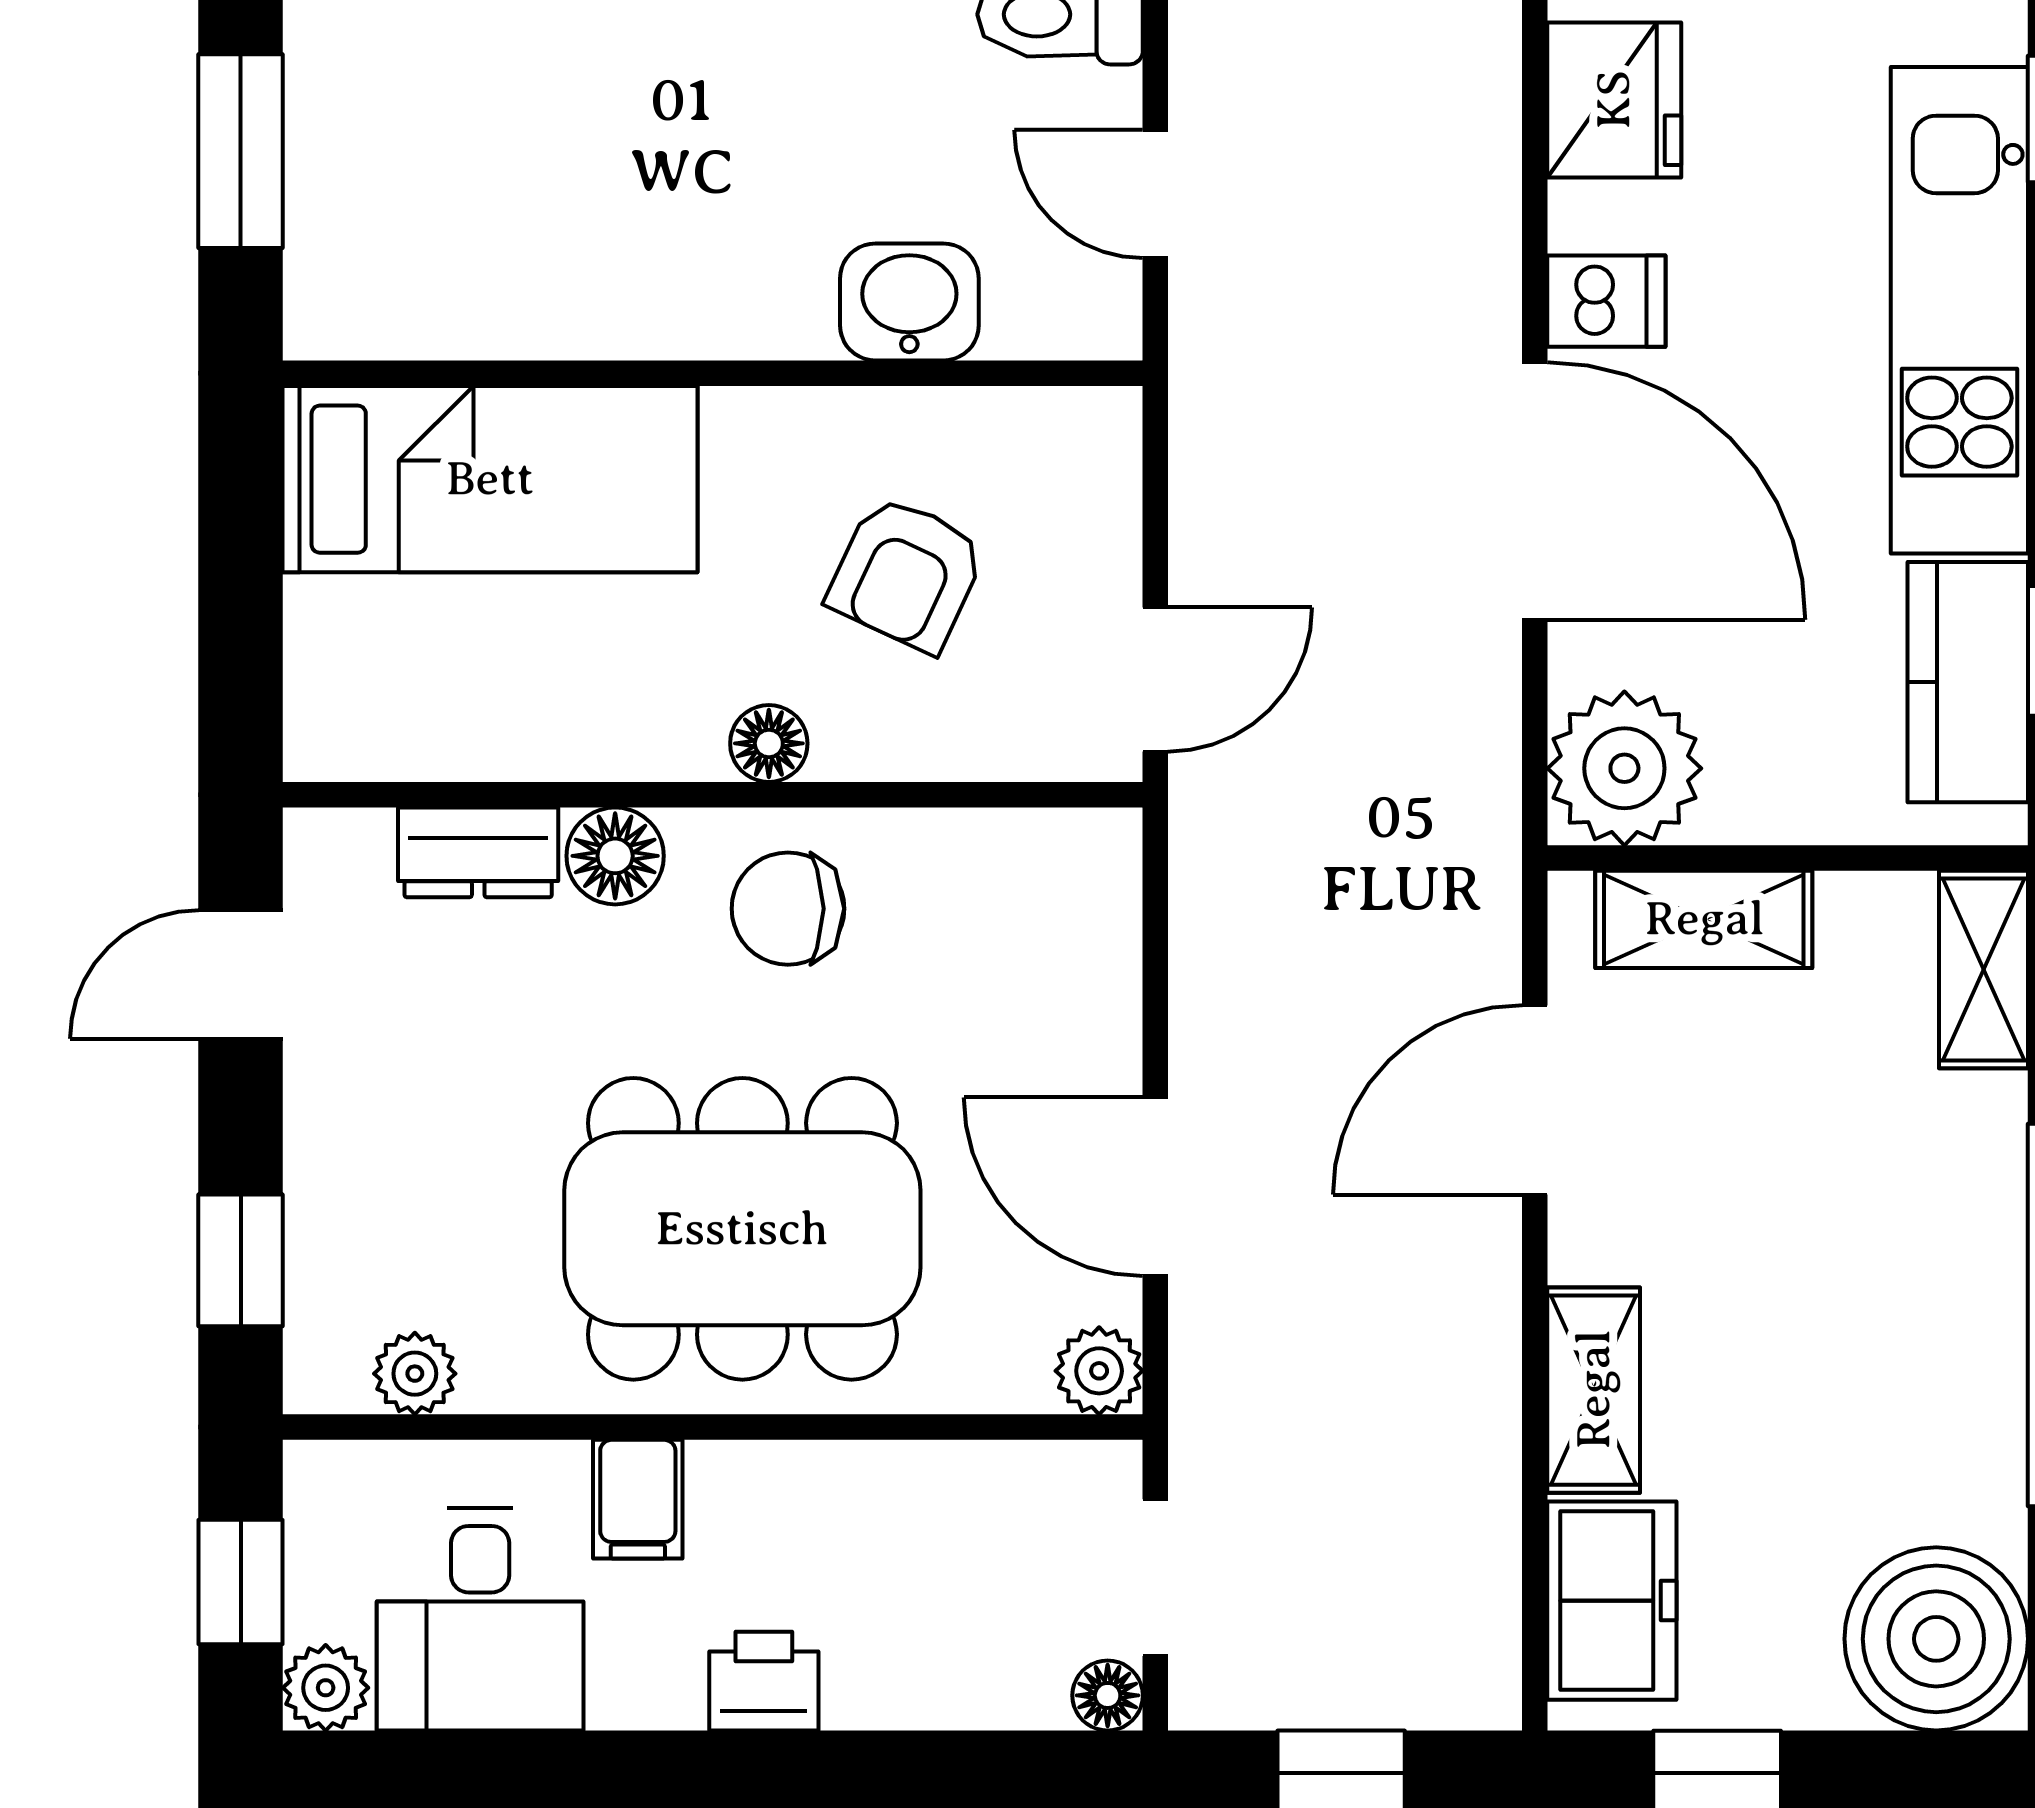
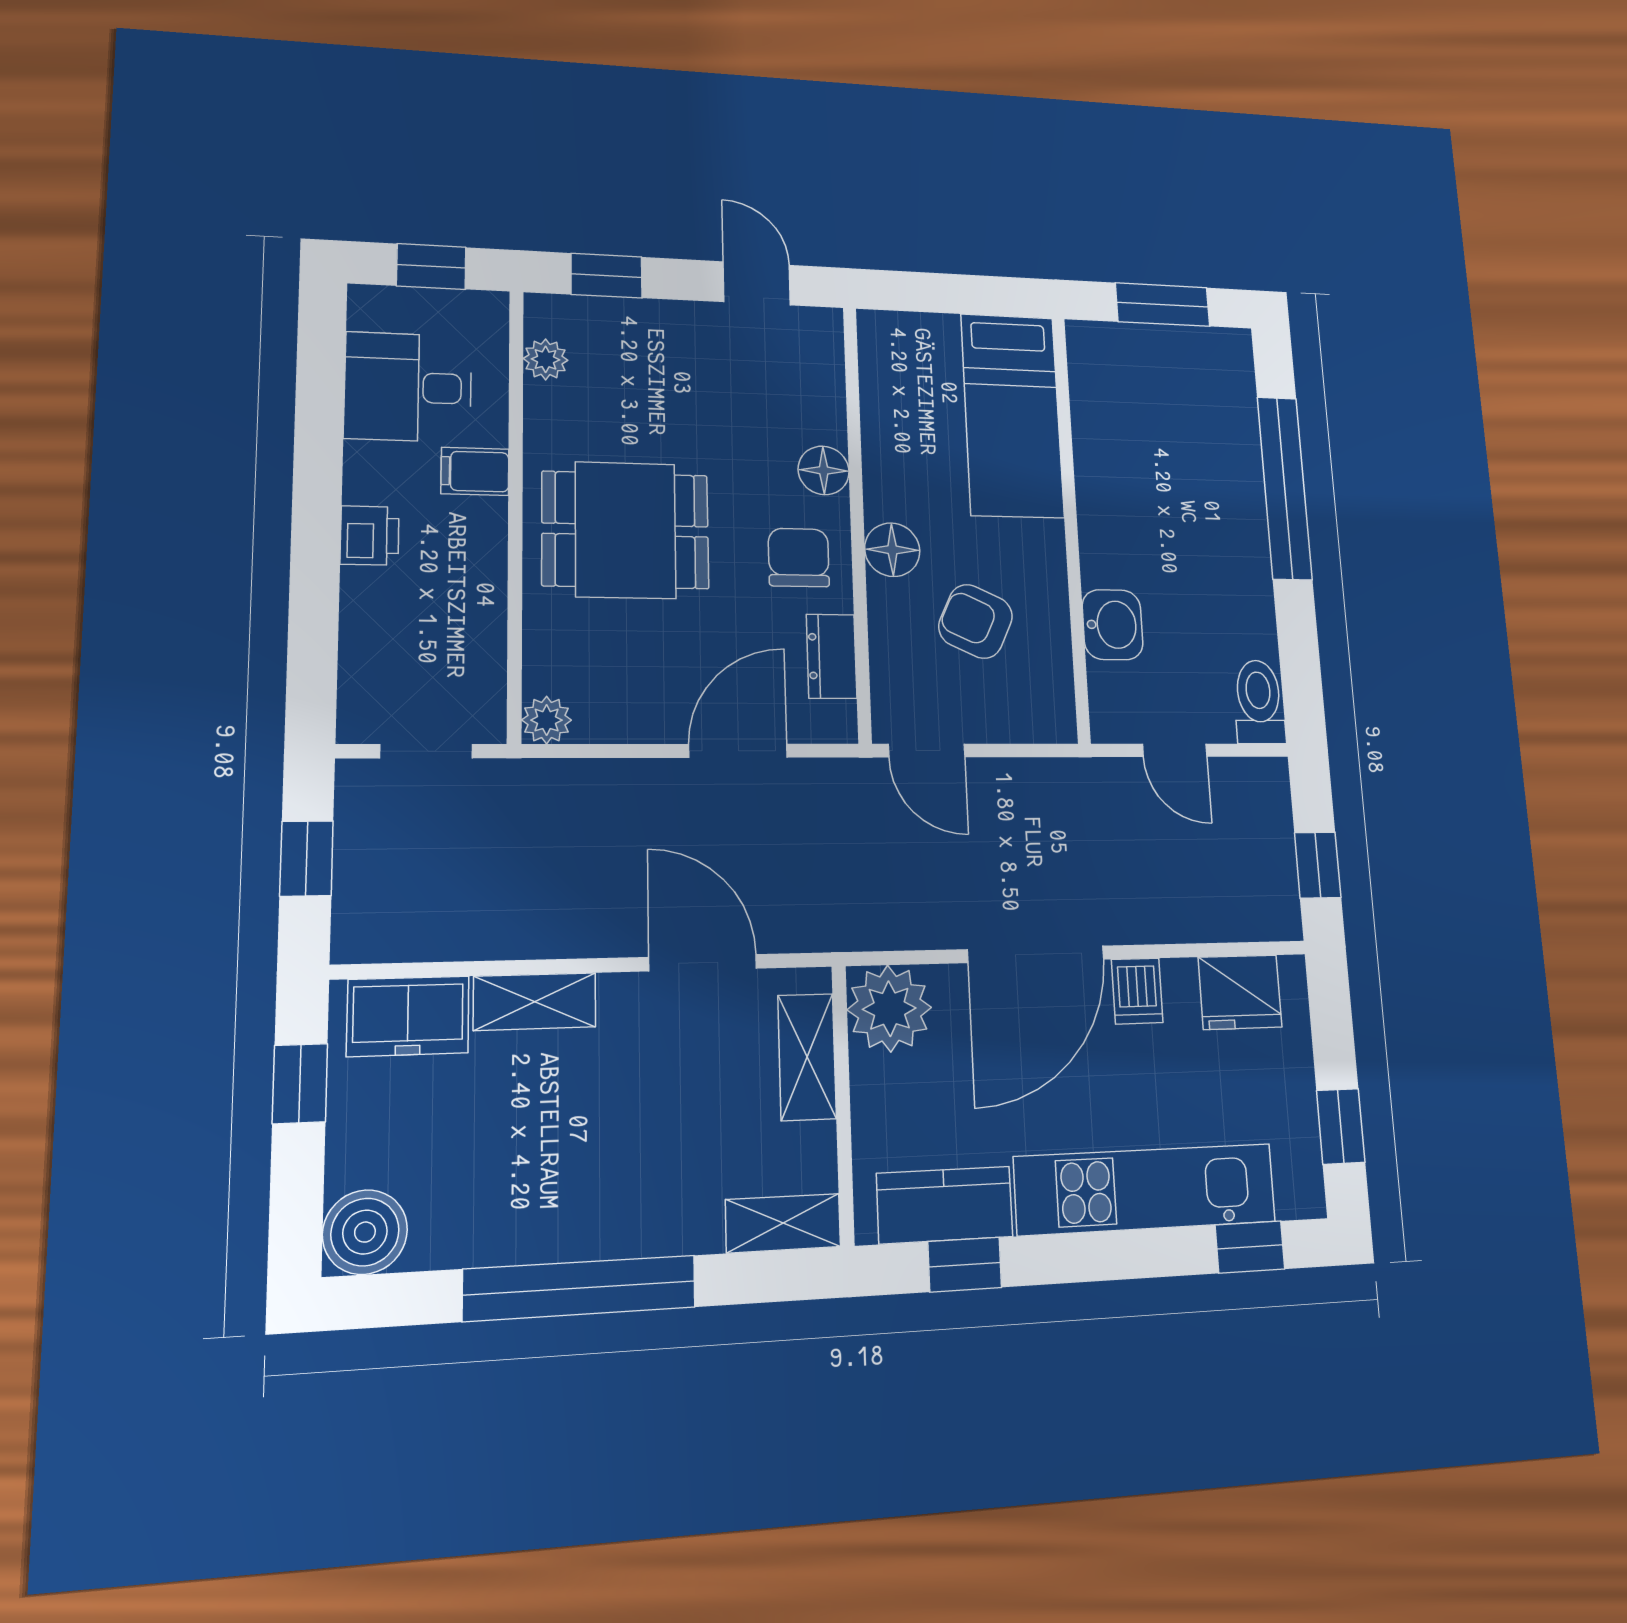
door: (1155, 194) -> (1175, 750), swing flipped
floor lamp: (769, 743) -> (892, 550), width x1.37, depth x1.37
dresser: (478, 852) -> (832, 656), moved
door: (1155, 1187) -> (738, 751), moved
dining table: (742, 1229) -> (626, 530), width x0.73
boiler: (1936, 1639) -> (365, 1232), width x0.73, depth x0.73
plant: (326, 1688) -> (371, 306), removed
floor lamp: (1108, 1695) -> (357, 724), removed

